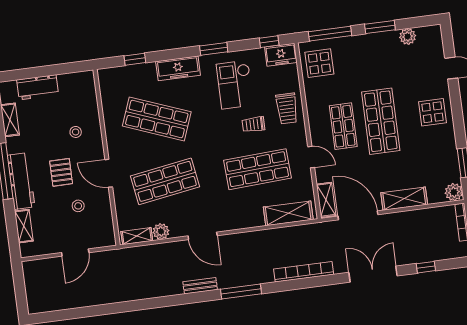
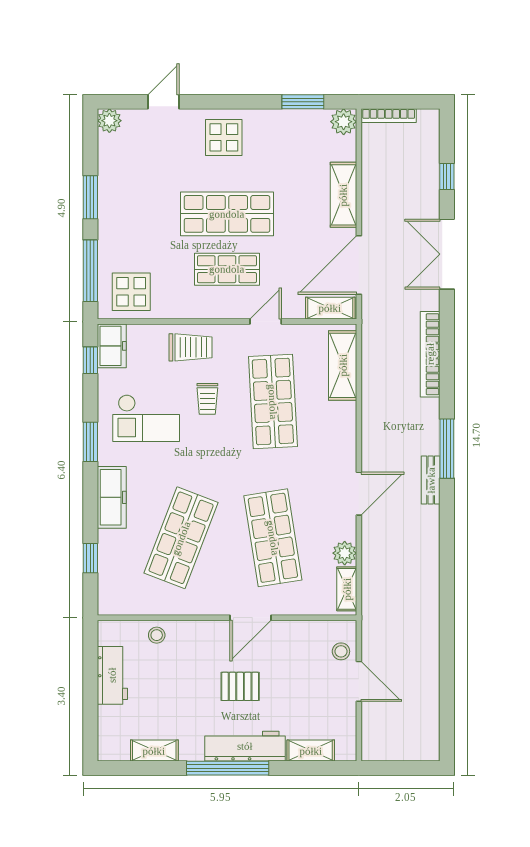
plant: (408, 36) -> (109, 121), moved
workbench: (38, 87) -> (112, 675), moved
stool: (76, 132) -> (157, 635), moved
stool: (78, 206) -> (341, 651), moved
bench: (200, 286) -> (431, 480), moved

